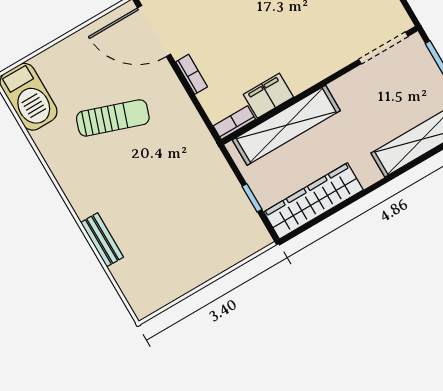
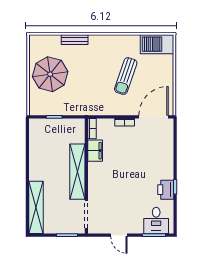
shelving: (286, 125) -> (77, 172), moved
wardrobe: (313, 201) -> (37, 143), removed
parasol: (184, 247) -> (50, 74), added

